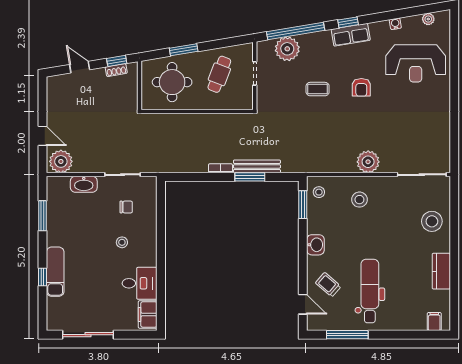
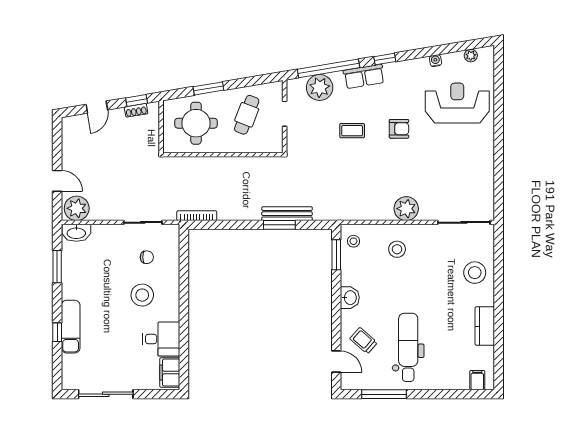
row of seats: (351, 35) -> (364, 76), moved
reception desk: (416, 63) -> (457, 103), turned 180
door: (80, 67) -> (97, 107), swing flipped
armchair: (361, 87) -> (399, 129), turned -90
bookcase: (220, 168) -> (197, 216), moved, width x1.56
washbasin: (84, 184) -> (76, 233), moved
stool: (122, 242) -> (142, 295), width x1.89, depth x1.89

